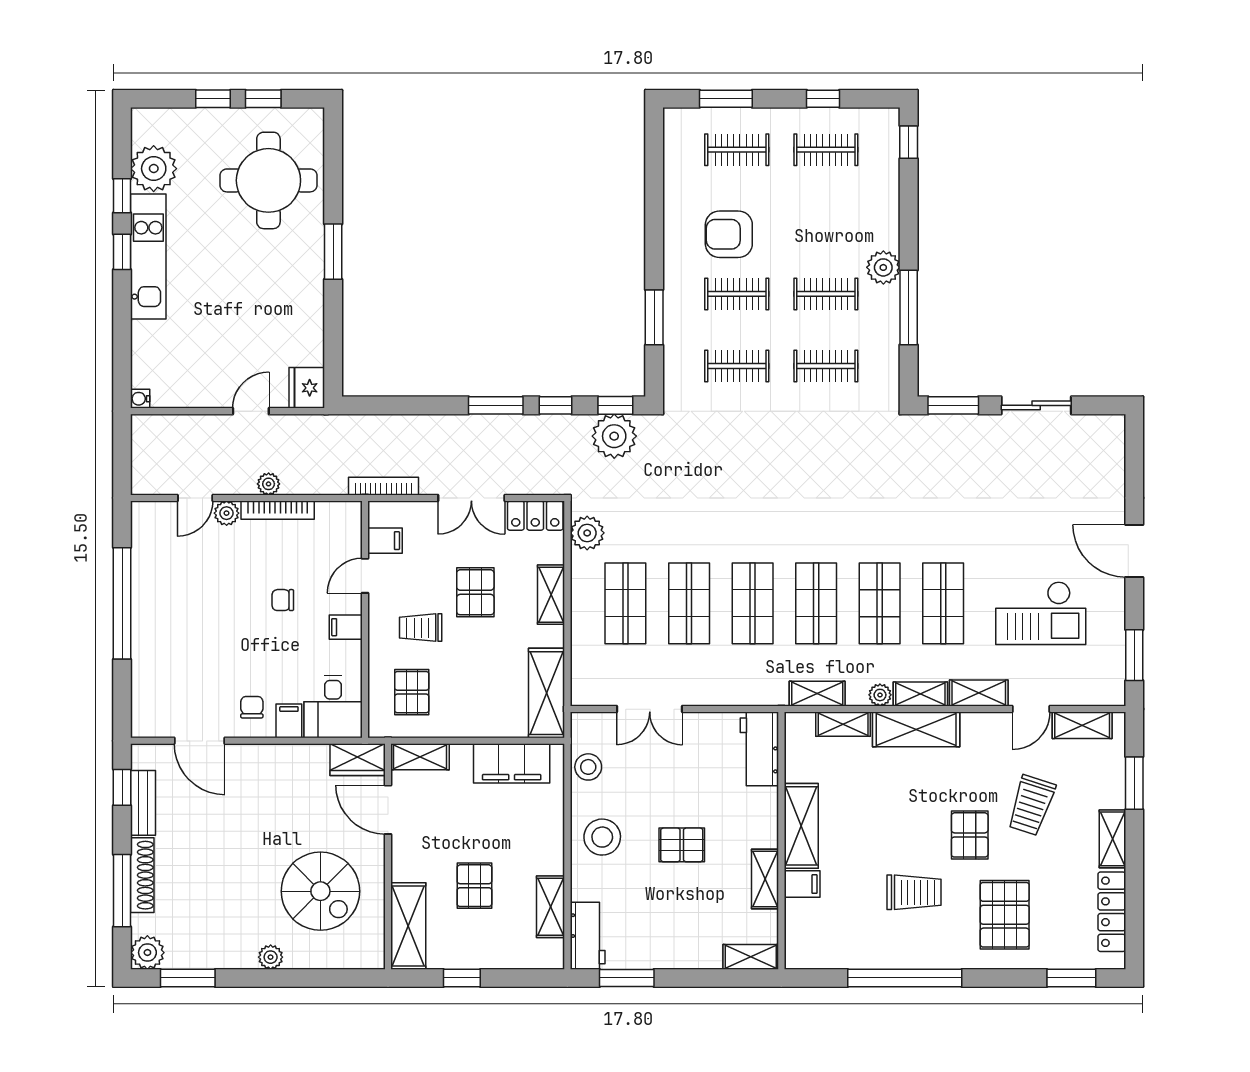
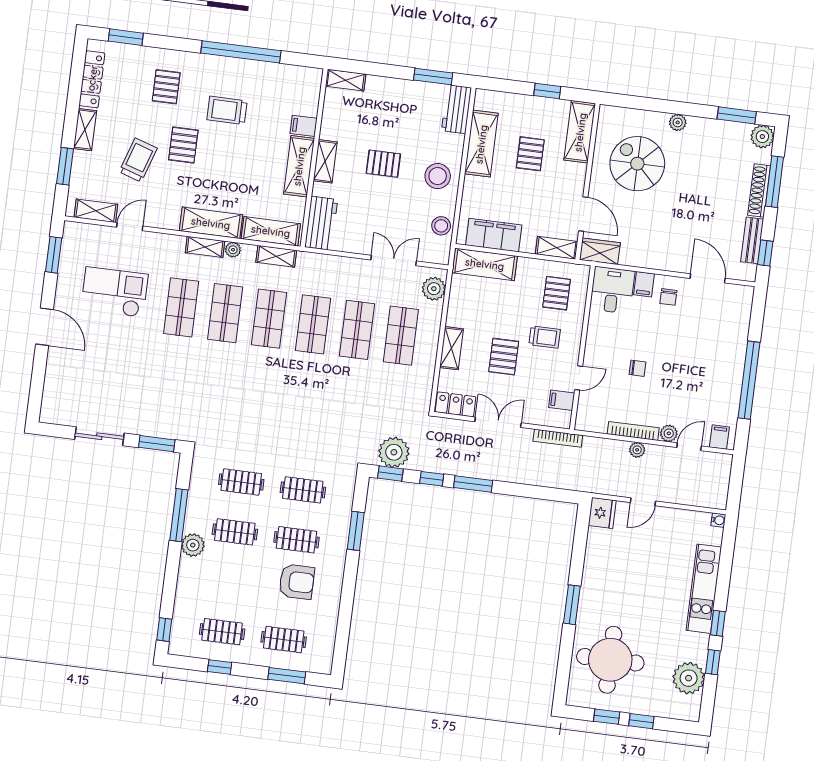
kitchen unit: (148, 256) -> (704, 589), moved
plant: (587, 533) -> (434, 289), moved
filing cabinet: (346, 627) -> (719, 437), moved, turned -90
shelving: (547, 693) -> (485, 264), moved, turned 90
shelving: (979, 693) -> (164, 242), removed
shelving: (843, 724) -> (271, 231), width x1.50, depth x1.33
shelving: (765, 879) -> (325, 161), moved
shelving: (551, 907) -> (481, 144), width x1.50, depth x1.33
pallet: (1005, 915) -> (166, 87), width x0.67, depth x0.71

